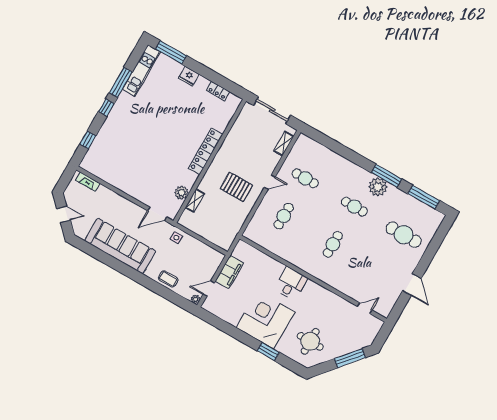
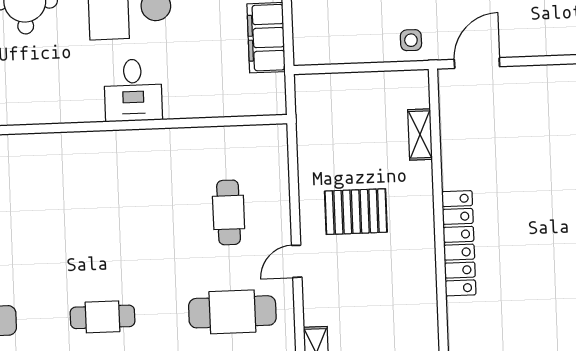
cafe table: (305, 178) -> (232, 312), width x1.37, depth x1.35
plant: (182, 193) -> (455, 134), removed
cafe table: (333, 244) -> (99, 217), removed

